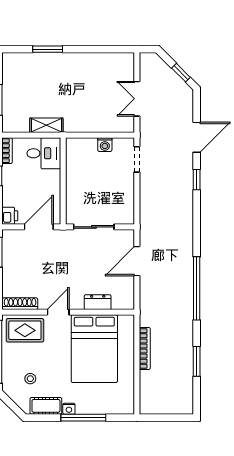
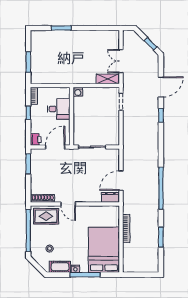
shelving: (46, 125) -> (107, 79), moved
washing machine: (105, 145) -> (78, 92), moved
desk: (44, 153) -> (59, 109), moved
door: (137, 261) -> (121, 181), moved
dresser: (98, 302) -> (110, 197), moved
door: (58, 312) -> (68, 204), swing flipped
bed: (94, 349) -> (104, 250), moved, turned 180

